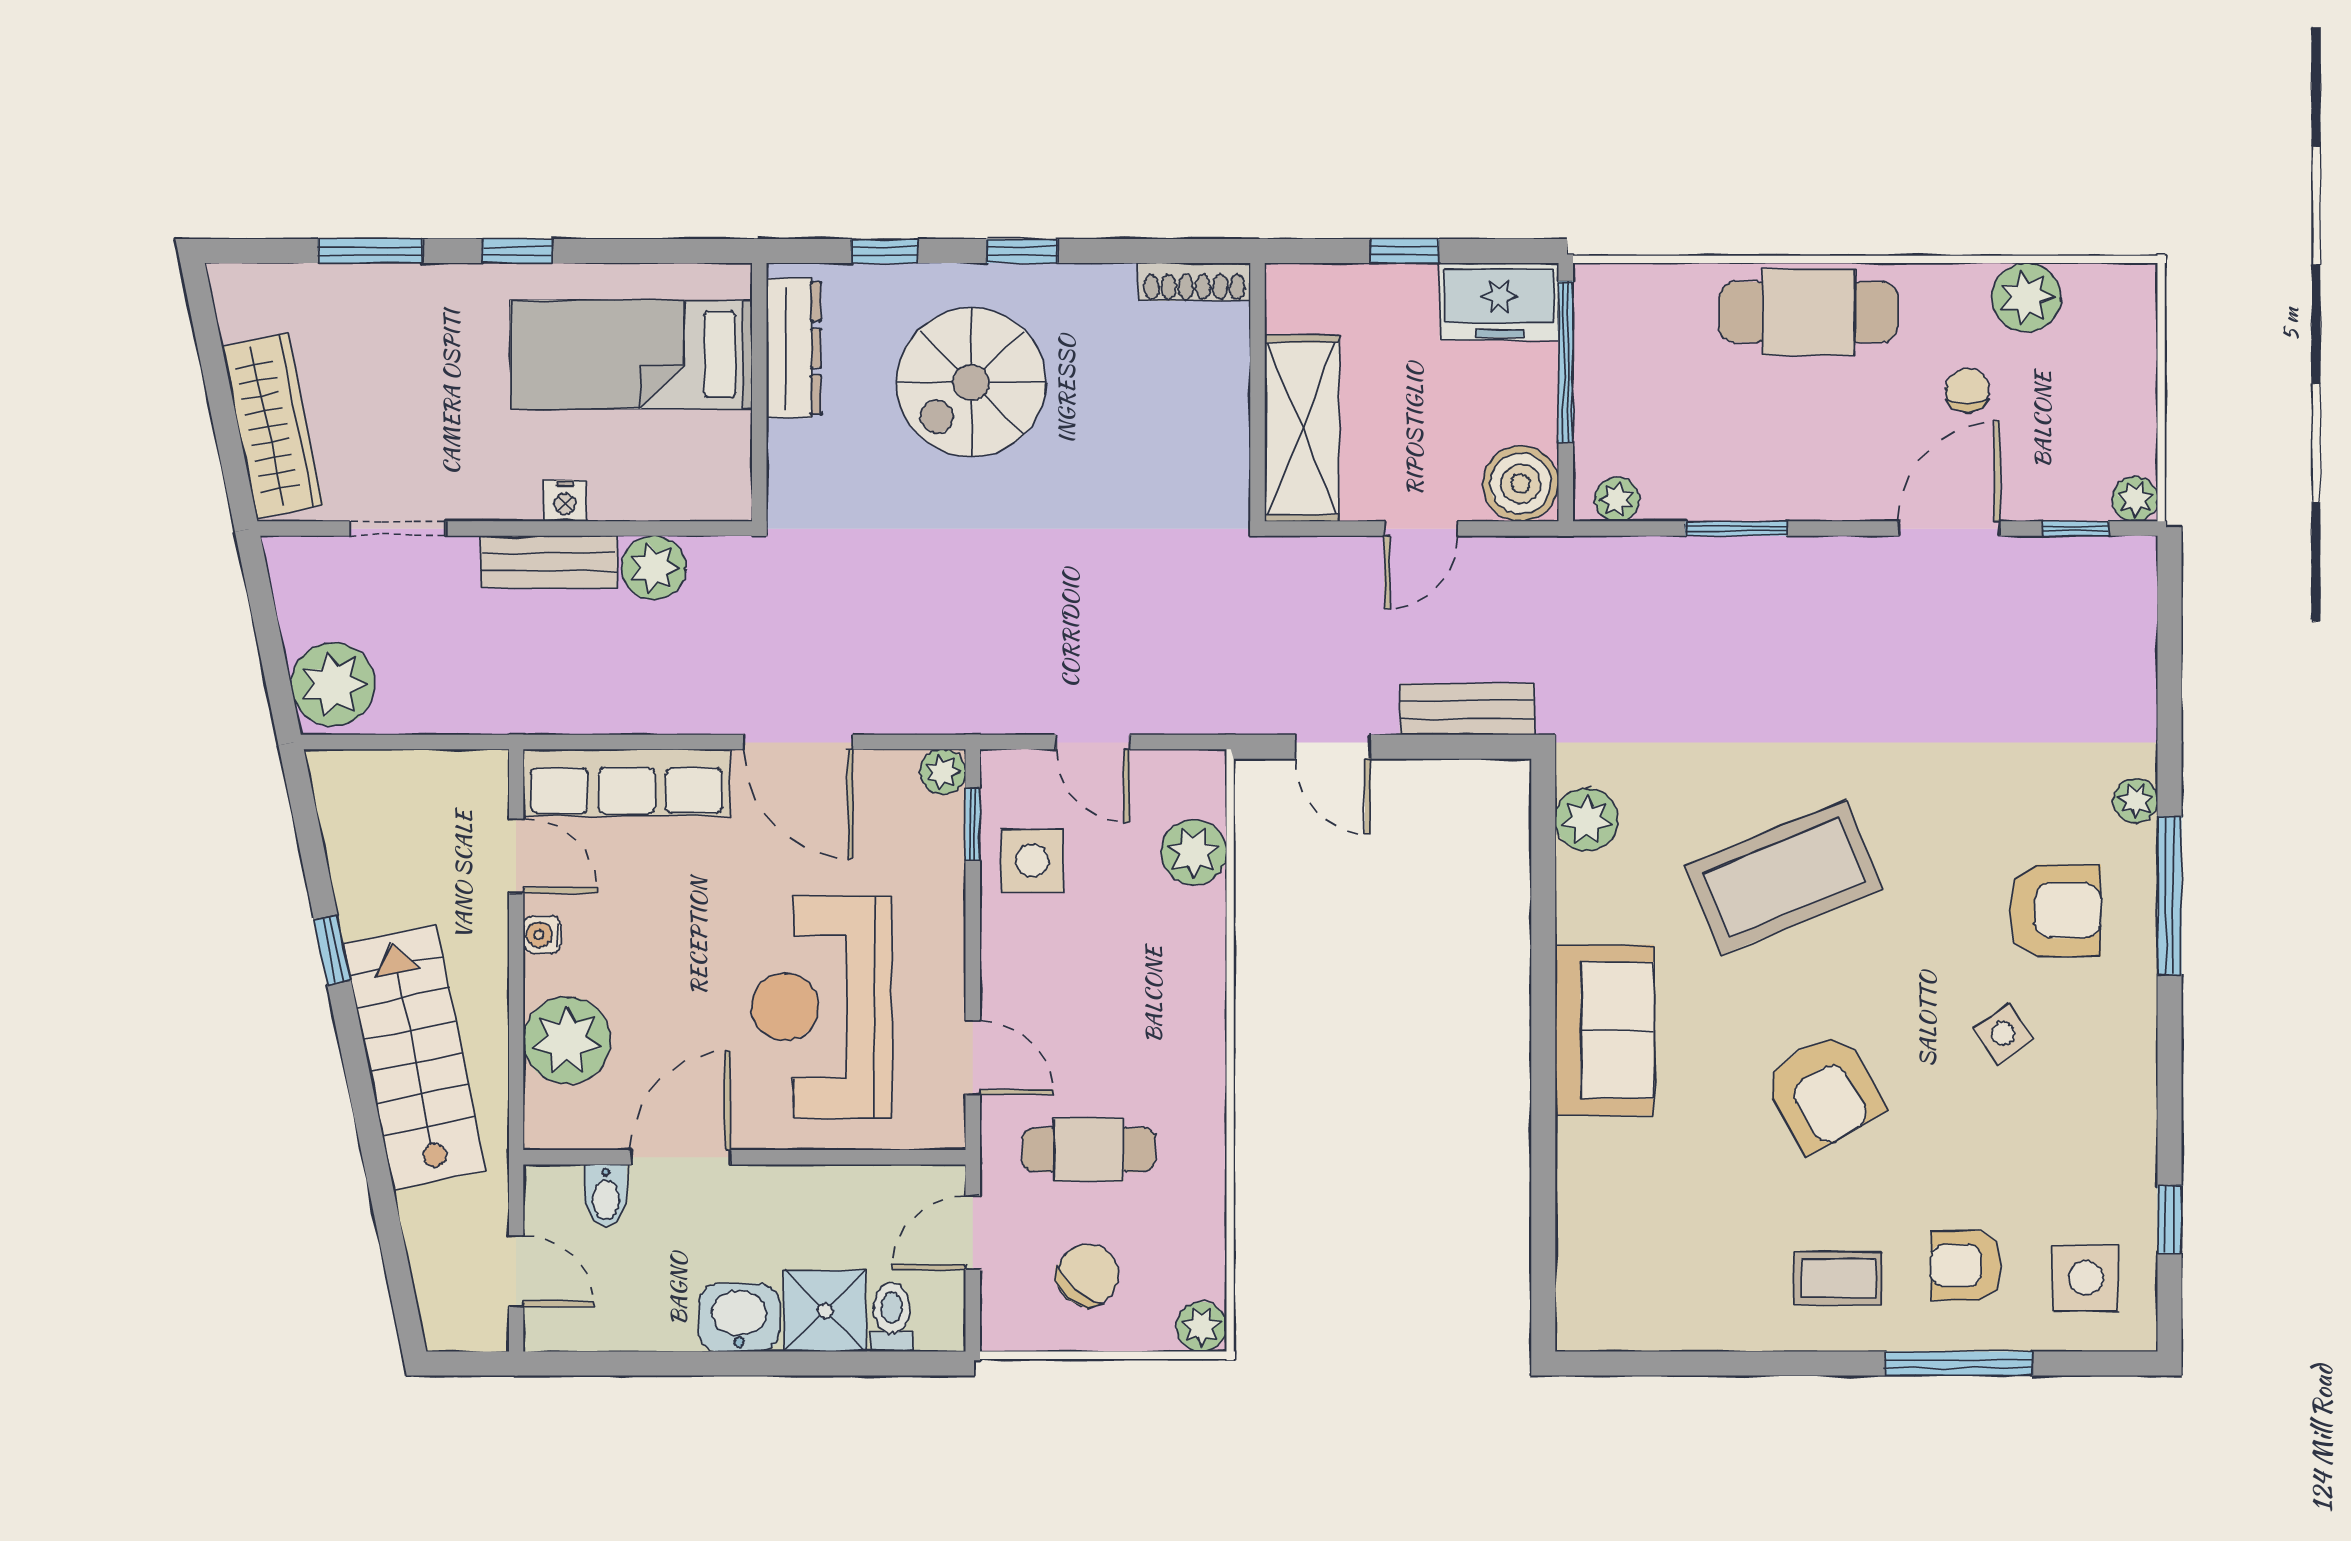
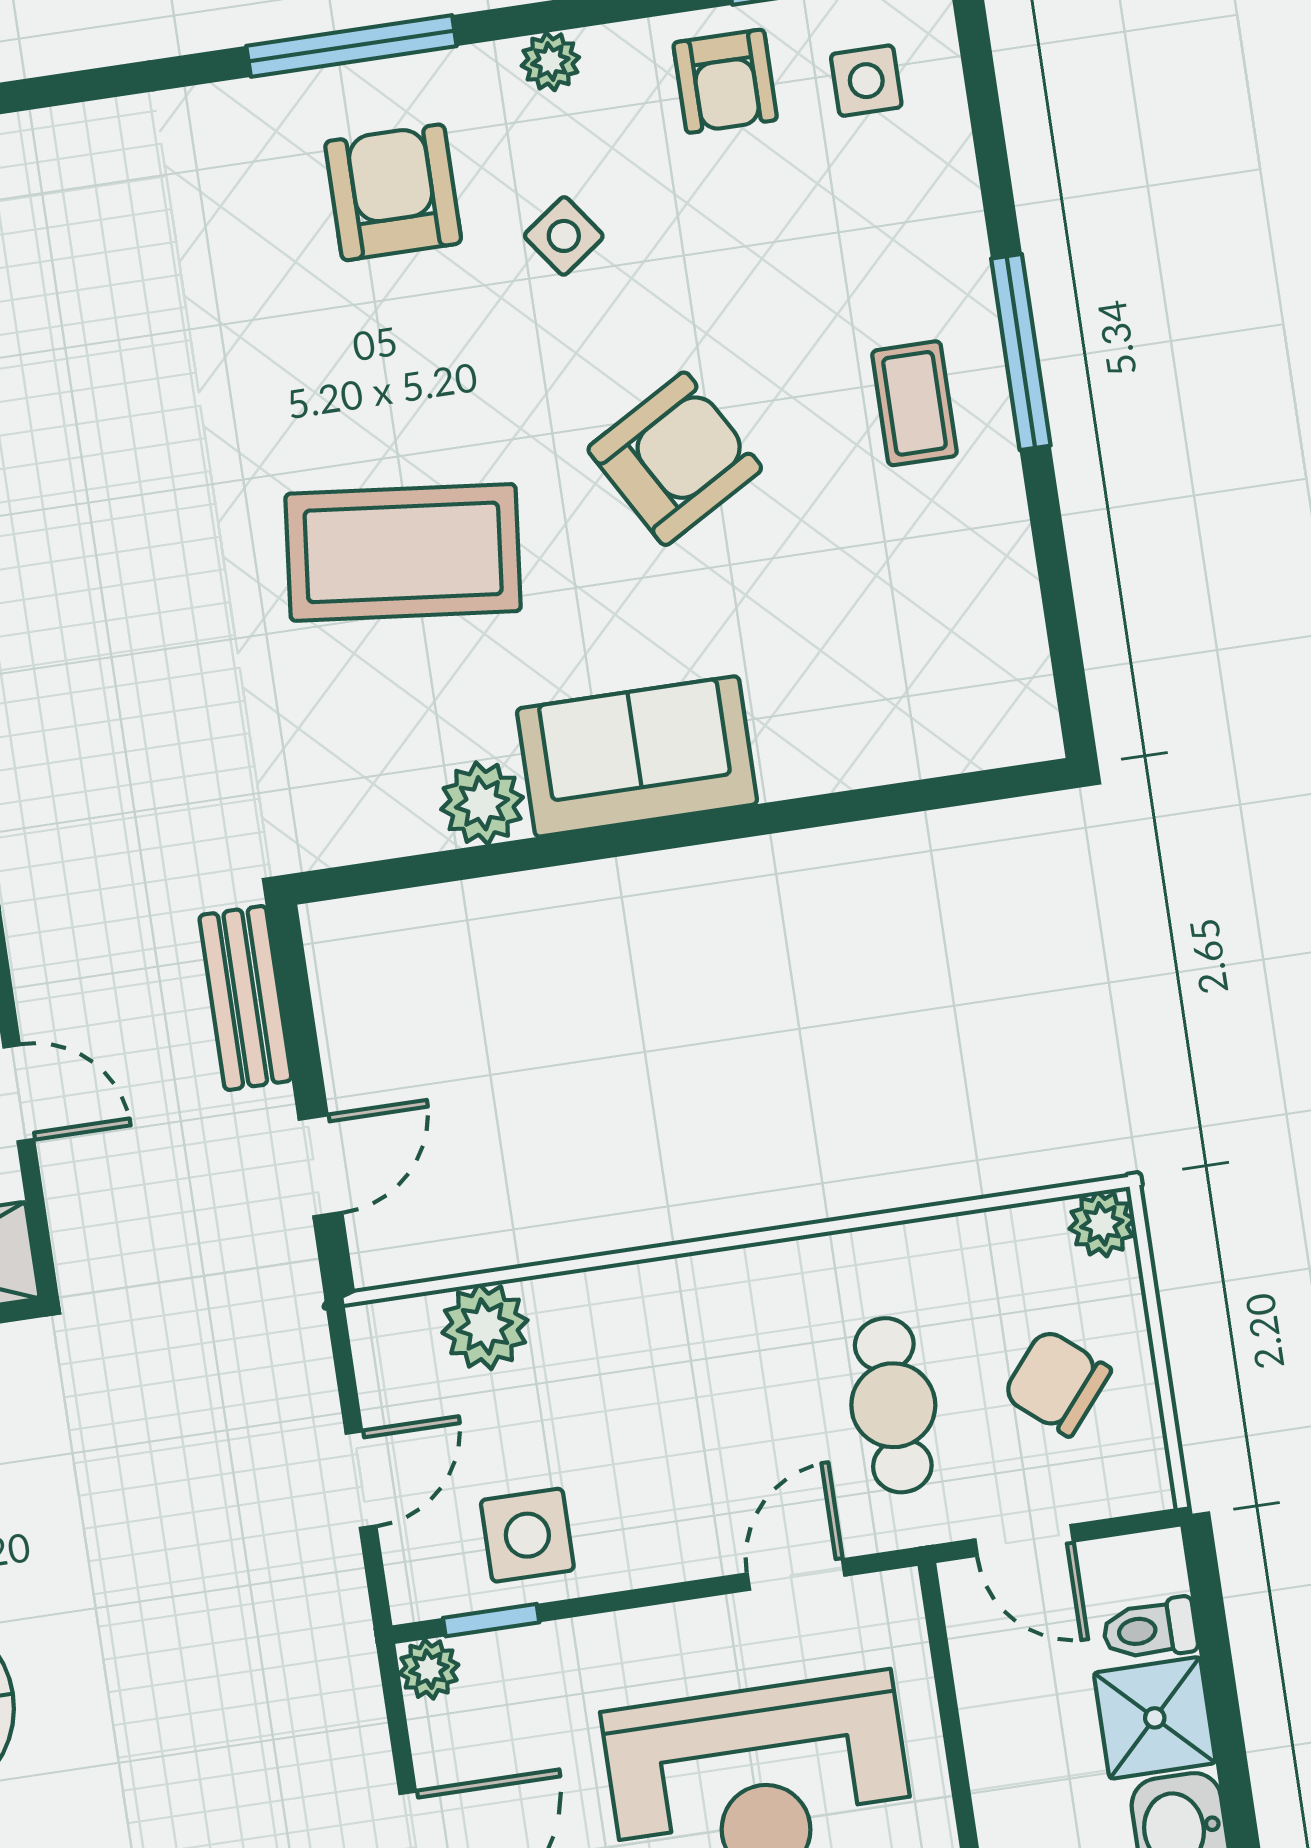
plant: (2136, 801) -> (550, 61), moved
plant: (1587, 820) -> (482, 803), moved
coffee table: (1784, 878) -> (403, 552), turned -62
armchair: (1966, 1265) -> (725, 81), moved
side table: (2086, 1278) -> (866, 81), width x0.73, depth x0.73
window: (1959, 1364) -> (1021, 352), moved

